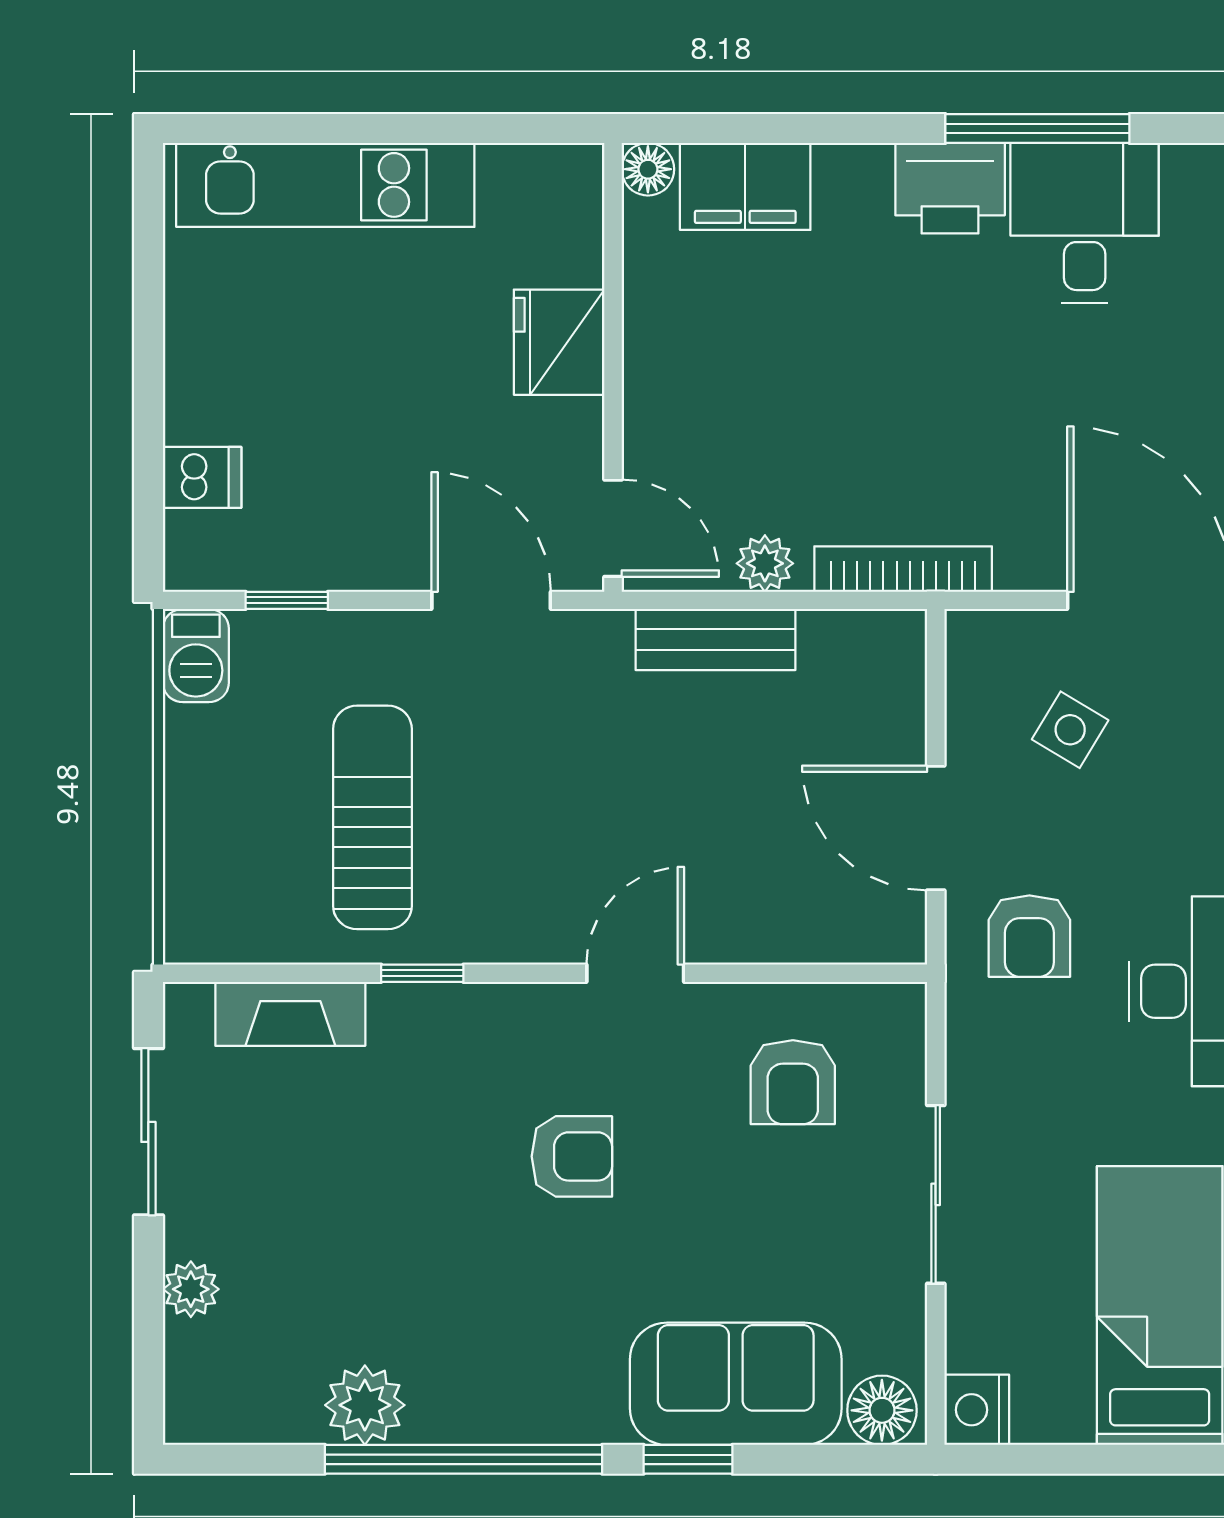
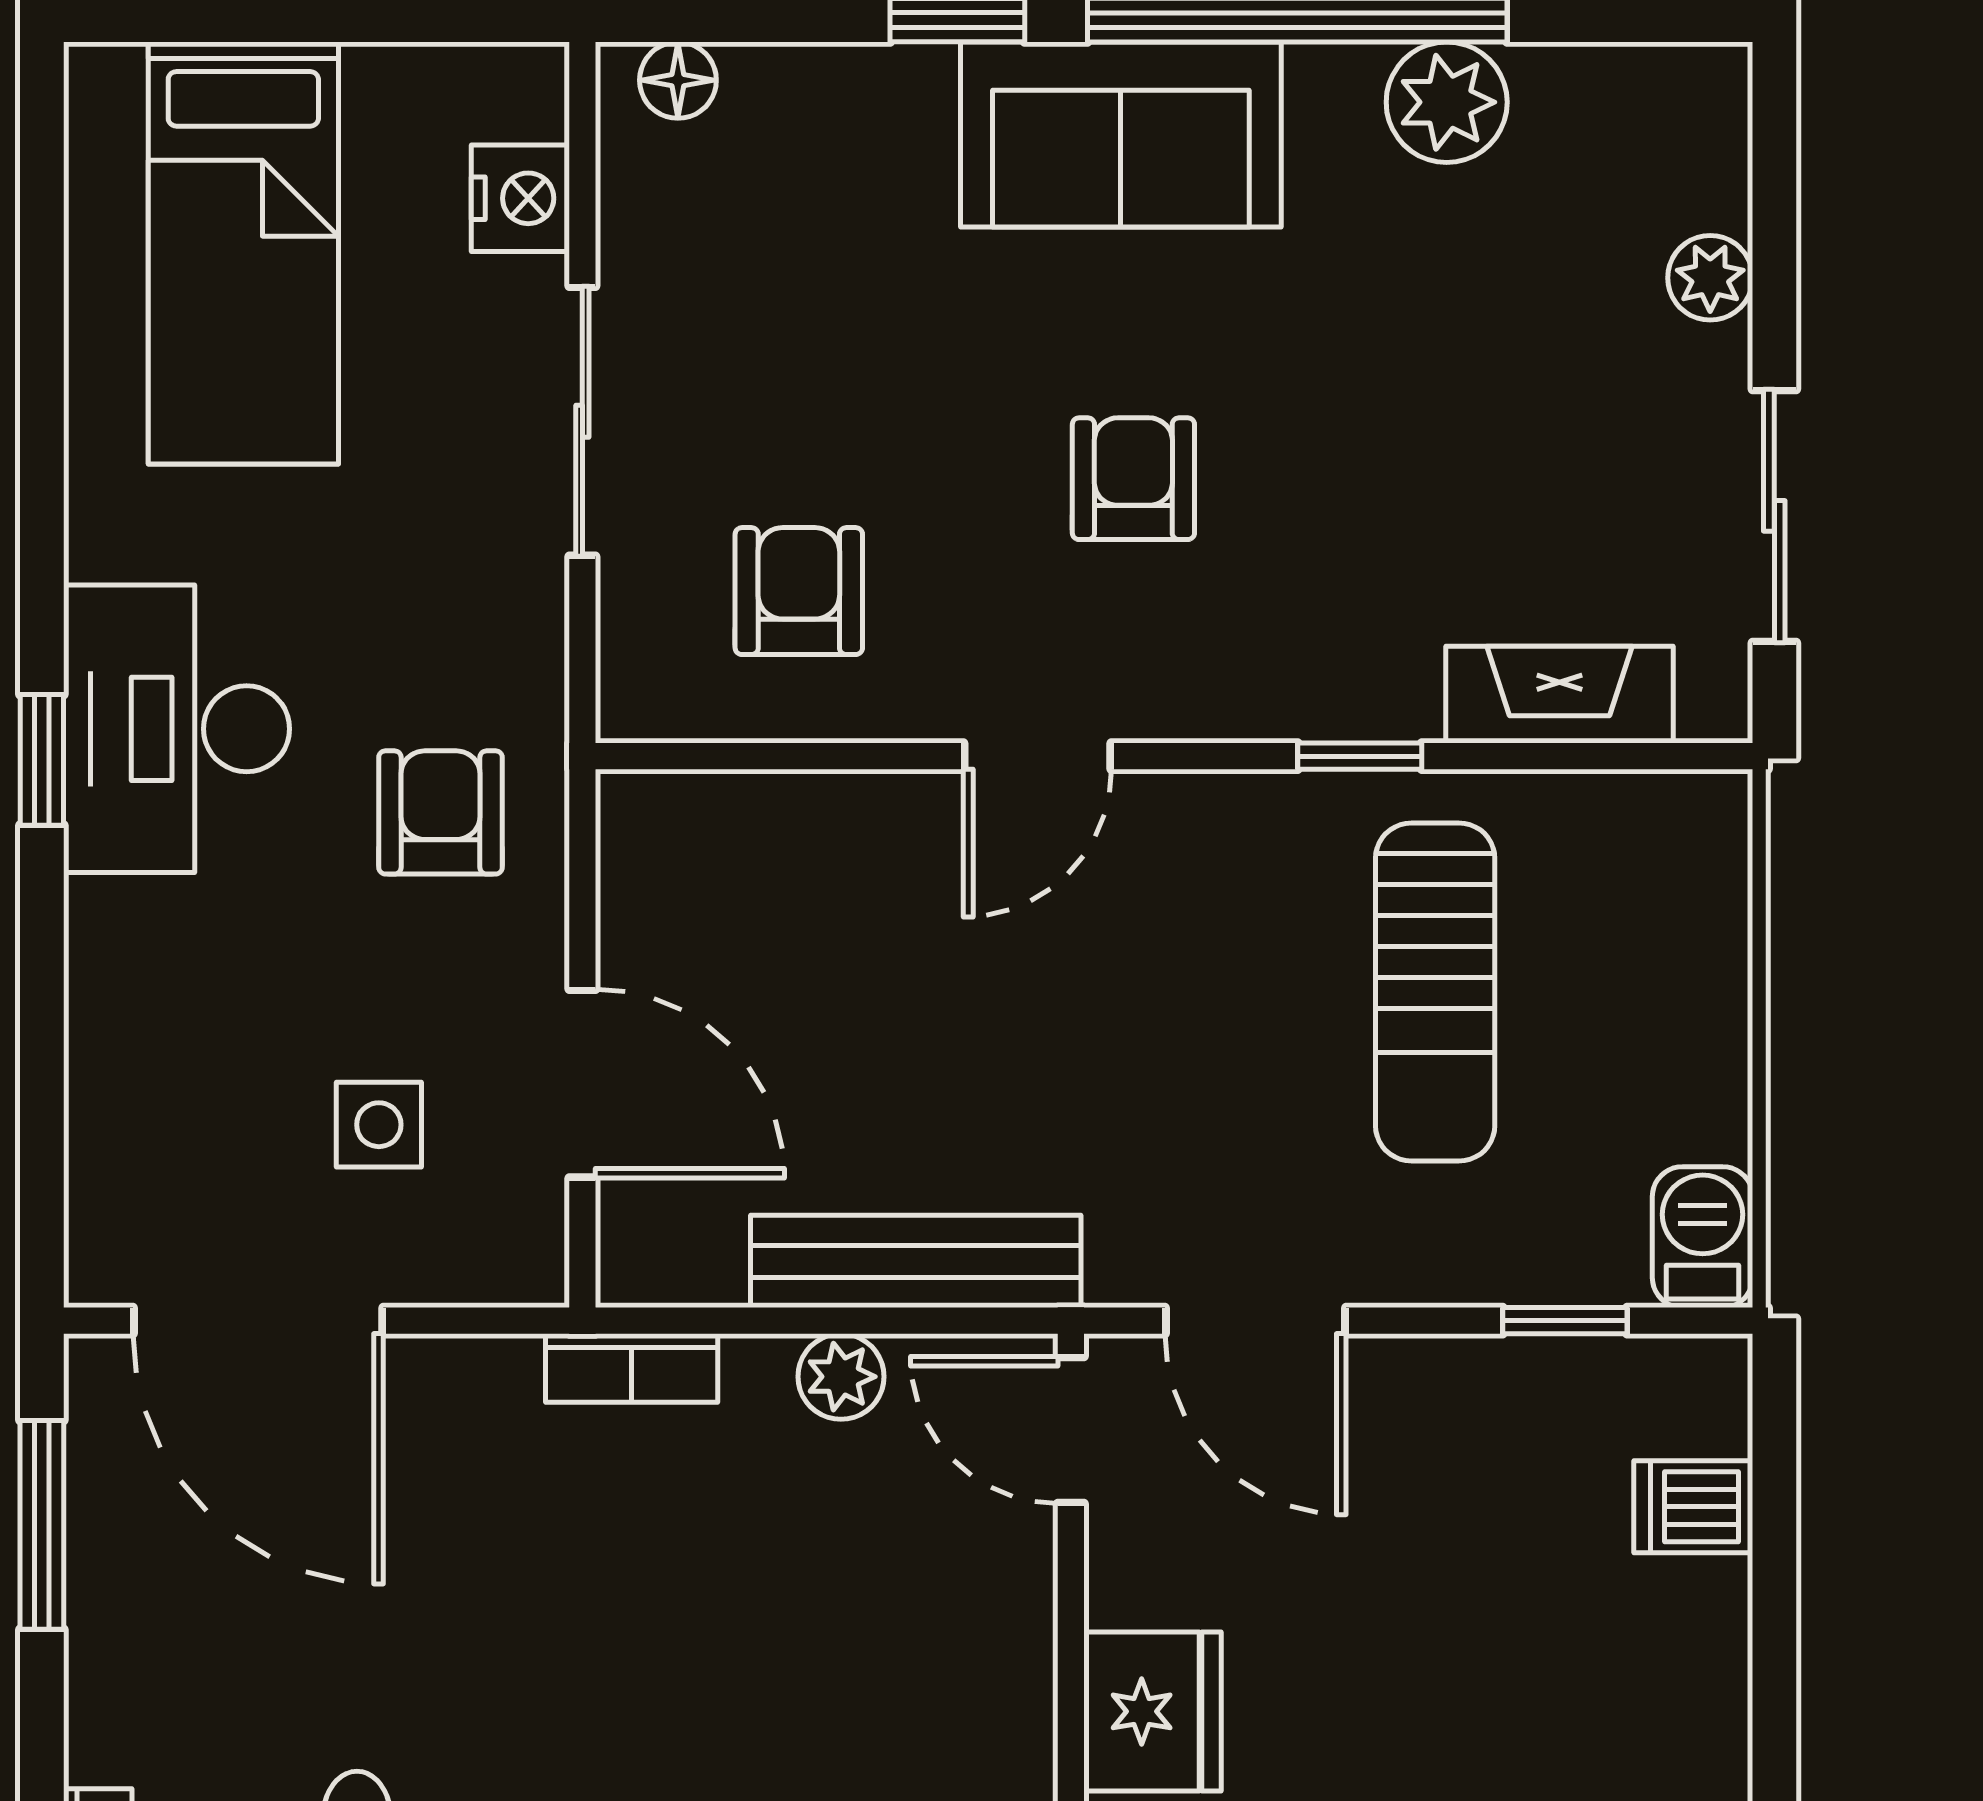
bookcase: (903, 569) -> (632, 1368), width x0.64
bench: (716, 640) -> (916, 1261), width x1.36
side table: (1070, 730) -> (379, 1125), turned -31
door: (936, 828) -> (582, 1084), moved
armchair: (572, 1156) -> (1133, 479), turned 90
sofa: (736, 1384) -> (1121, 134), moved
floor lamp: (882, 1410) -> (678, 80), width x0.73, depth x0.73
nightstand: (977, 1410) -> (520, 198), moved

